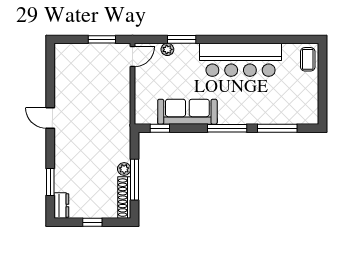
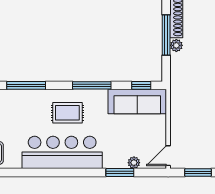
rug: (235, 100) -> (67, 113), added
sofa: (187, 112) -> (137, 102), moved
window: (227, 128) -> (92, 85), moved

